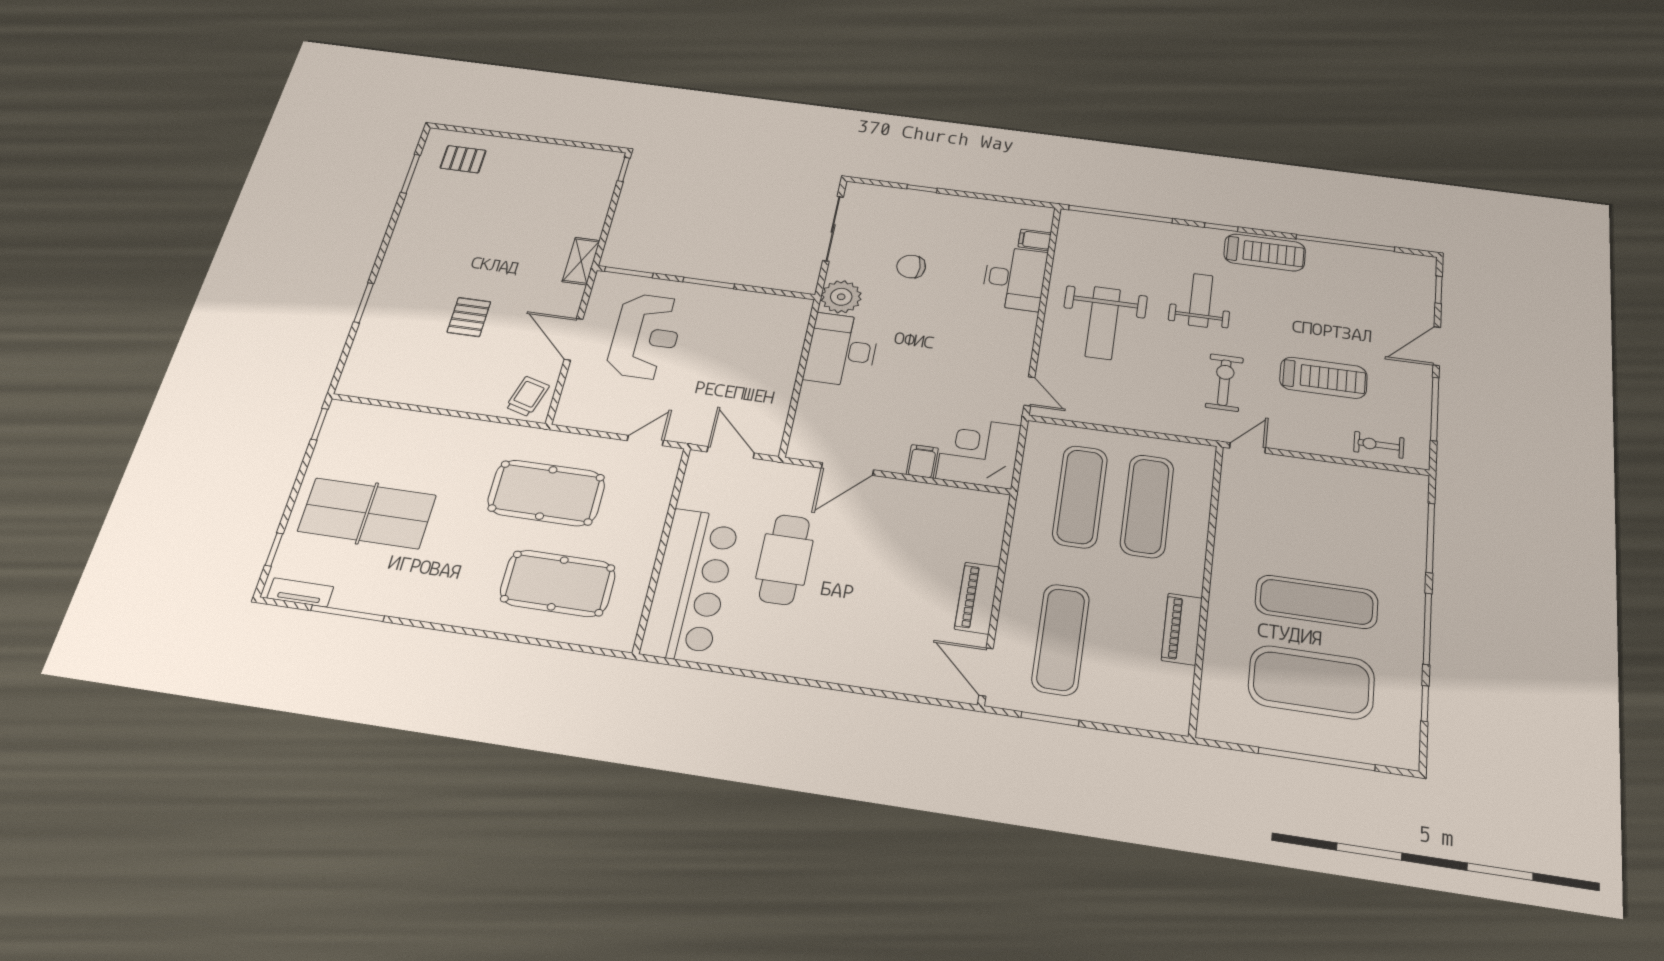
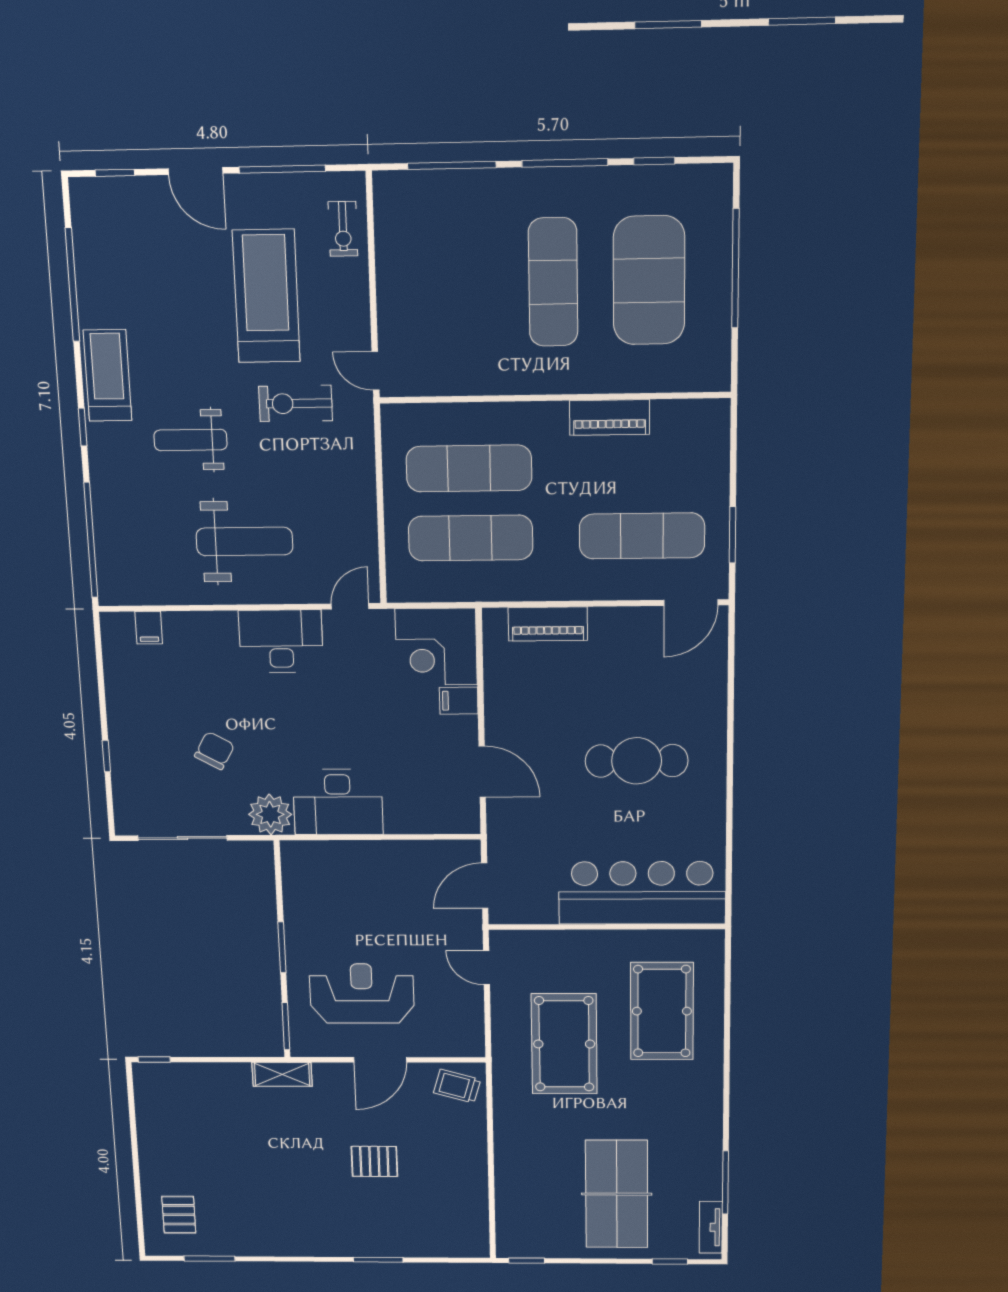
chair: (911, 267) -> (214, 751), turned -151
desk: (1014, 278) -> (281, 641), moved
treadmill: (1323, 378) -> (266, 296), width x1.37, depth x1.38
cafe table: (784, 559) -> (637, 761), moved
piano: (977, 598) -> (548, 624), moved

